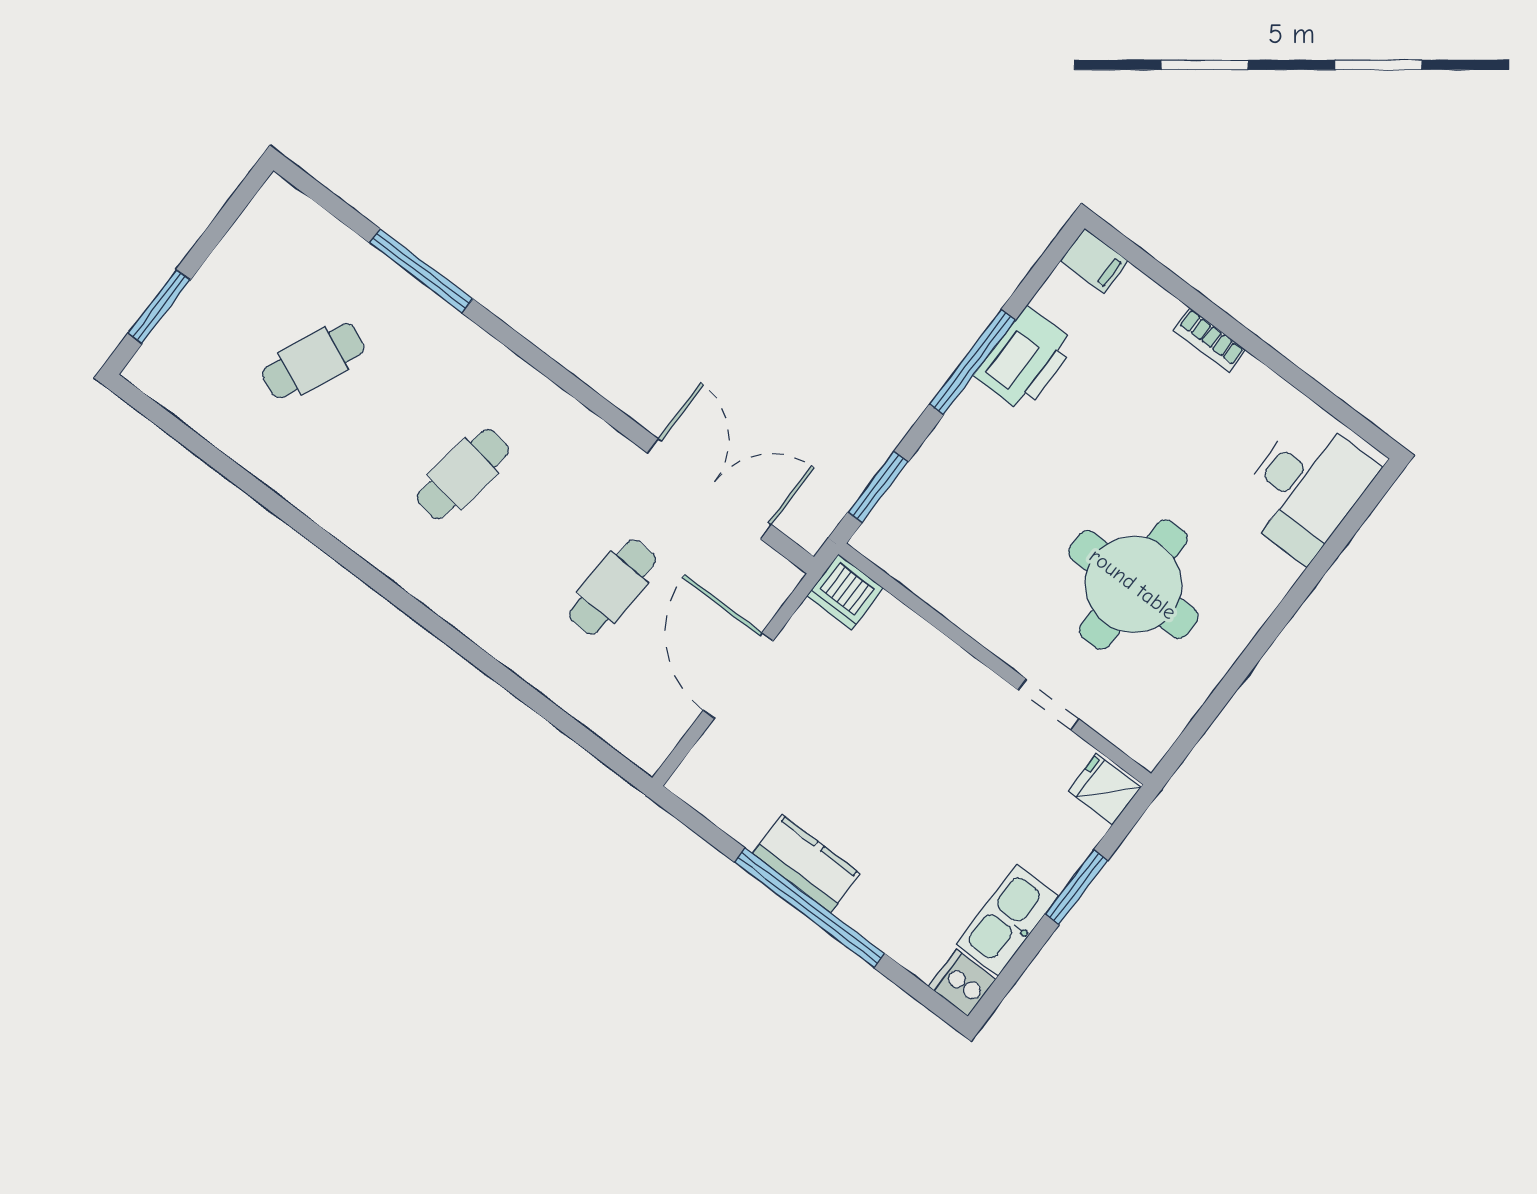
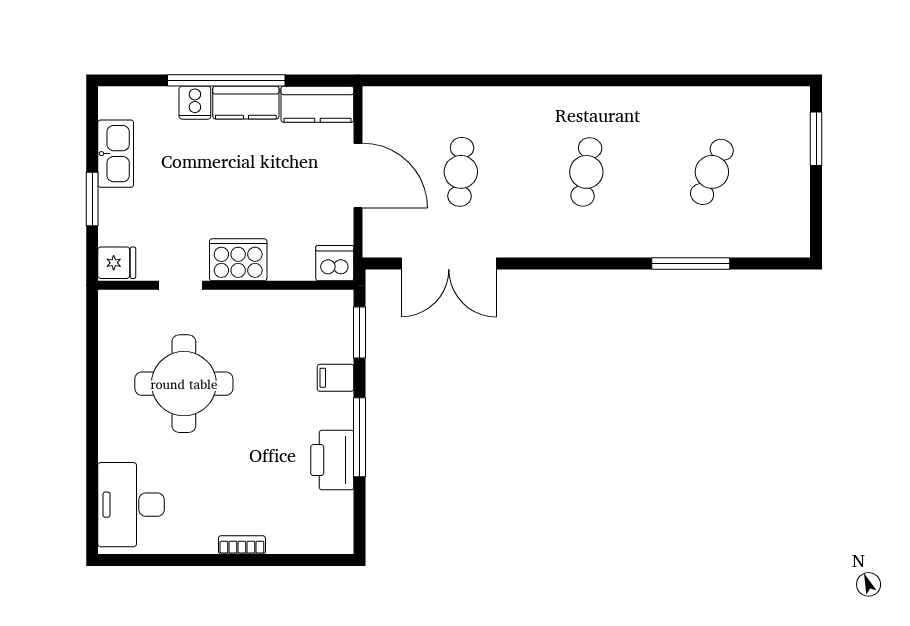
filing cabinet: (1094, 261) -> (336, 378), moved
cooker: (957, 683) -> (238, 260), added
kitchen counter: (722, 797) -> (317, 104), added
cooker: (962, 983) -> (195, 103), moved, turned 90

